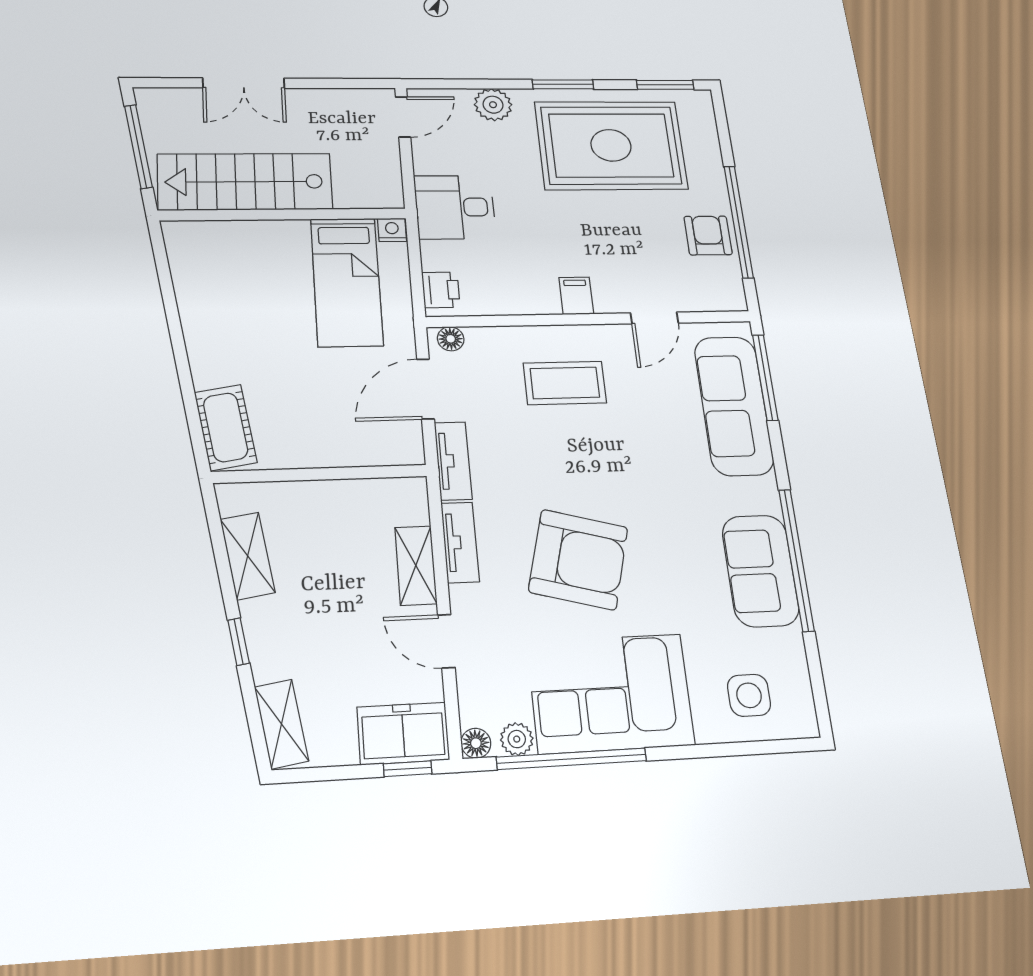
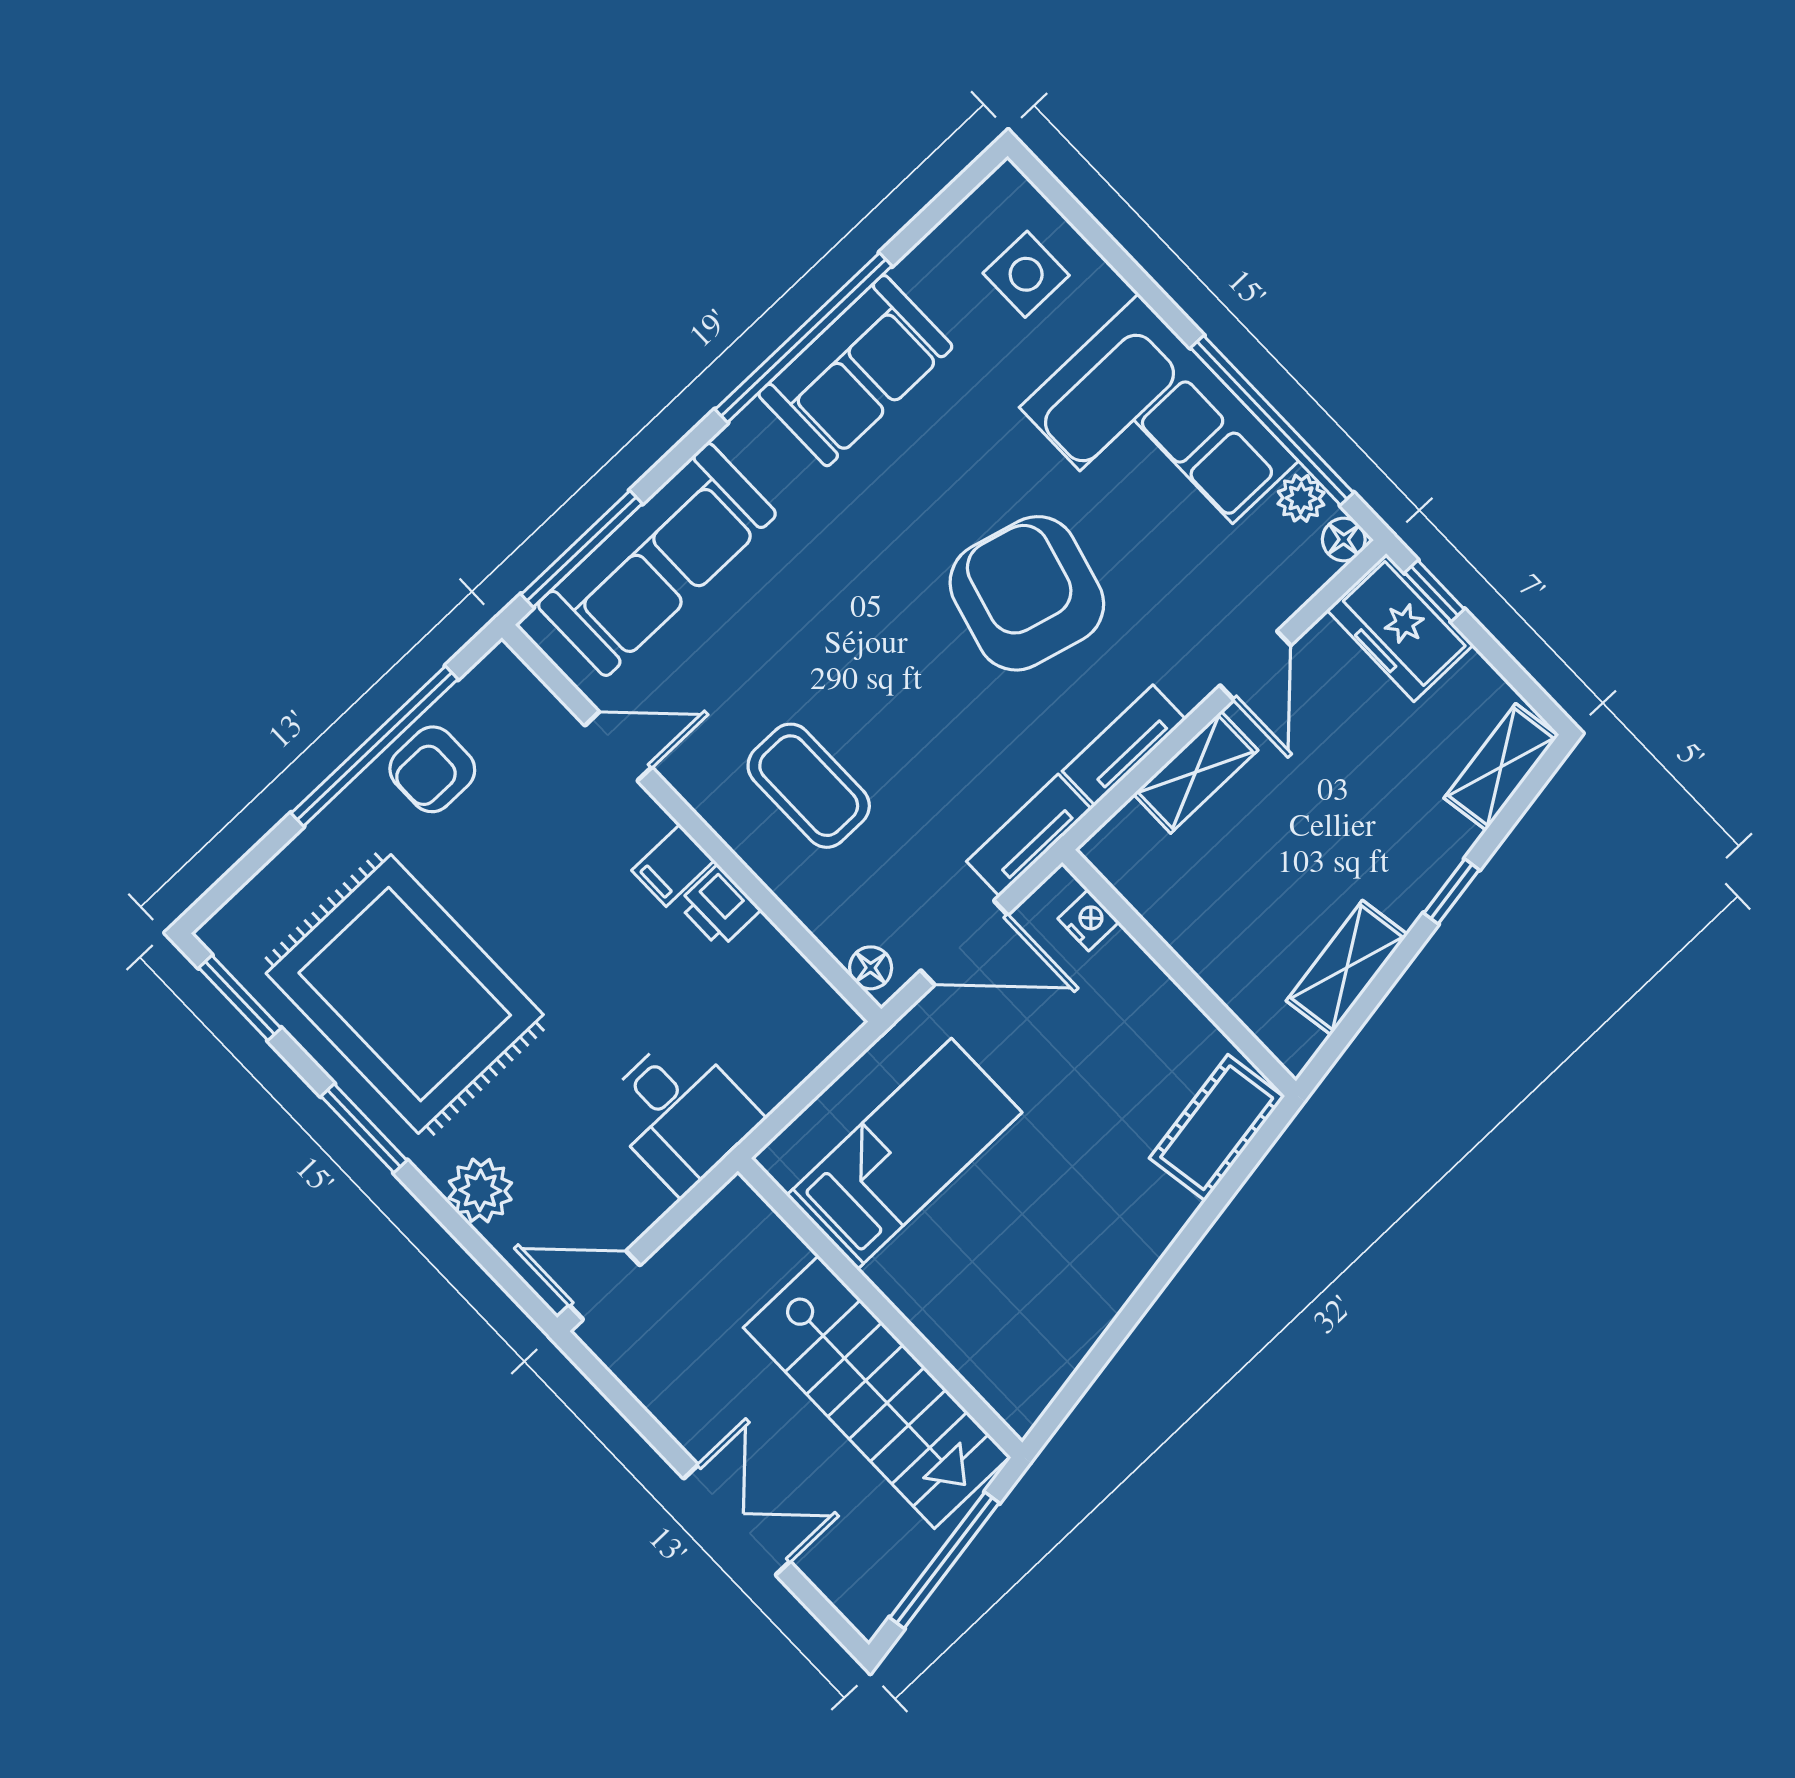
nightstand: (392, 230) -> (1088, 920), moved, turned 180
printer: (441, 290) -> (719, 907), moved, turned -90

